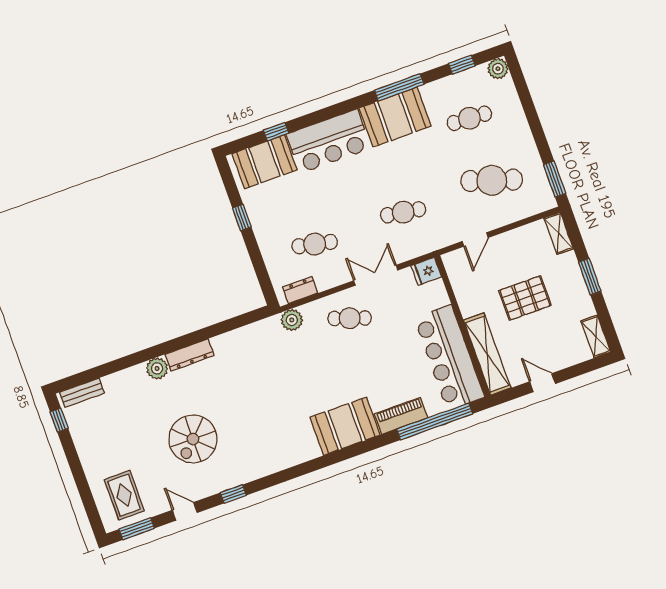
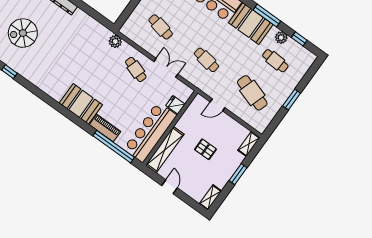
plant: (498, 69) -> (281, 38), moved
window: (555, 179) -> (292, 99), moved
fridge: (426, 271) -> (175, 105), moved
dresser: (300, 290) -> (133, 35), removed
pallet: (525, 298) -> (205, 149), width x0.67, depth x0.71

